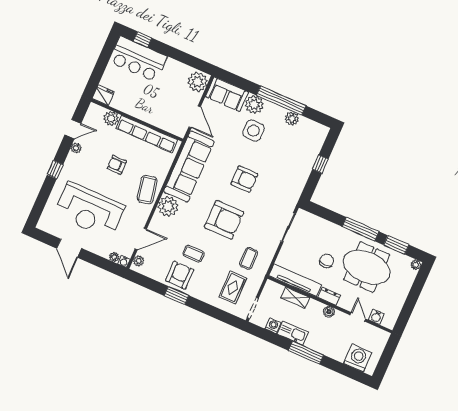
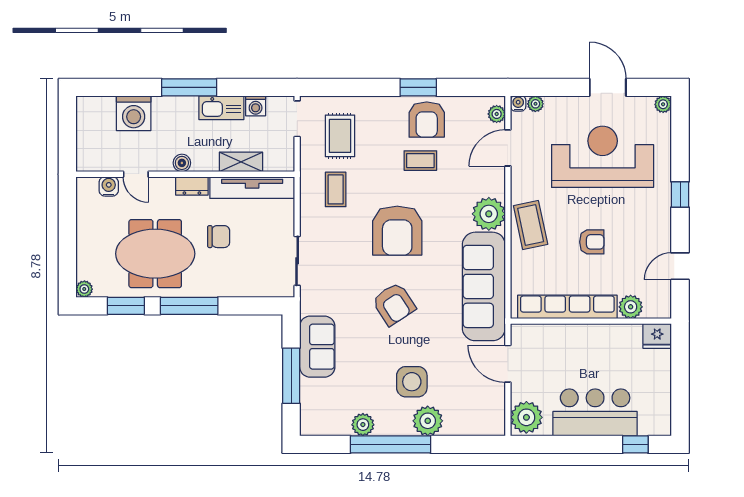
bar counter: (138, 59) -> (595, 412), moved
sofa: (227, 94) -> (317, 347), moved, turned 90
plant: (76, 148) -> (663, 104), moved
window: (320, 164) -> (291, 376), width x2.17
armchair: (244, 179) -> (394, 304), turned -123
armchair: (224, 220) -> (397, 231), turned -90
chair: (327, 261) -> (219, 237), turned -90
washing machine: (358, 358) -> (134, 113), moved

